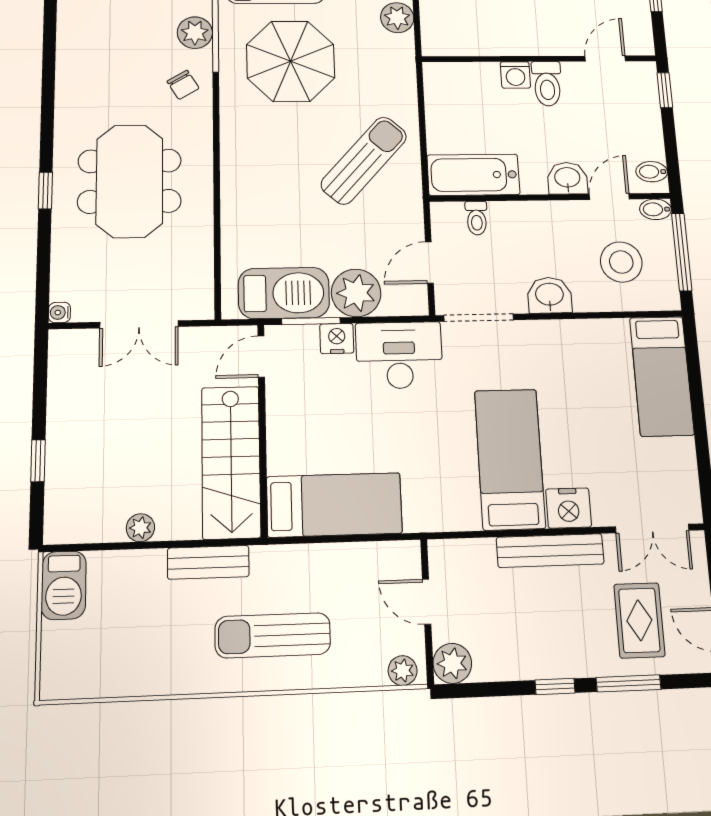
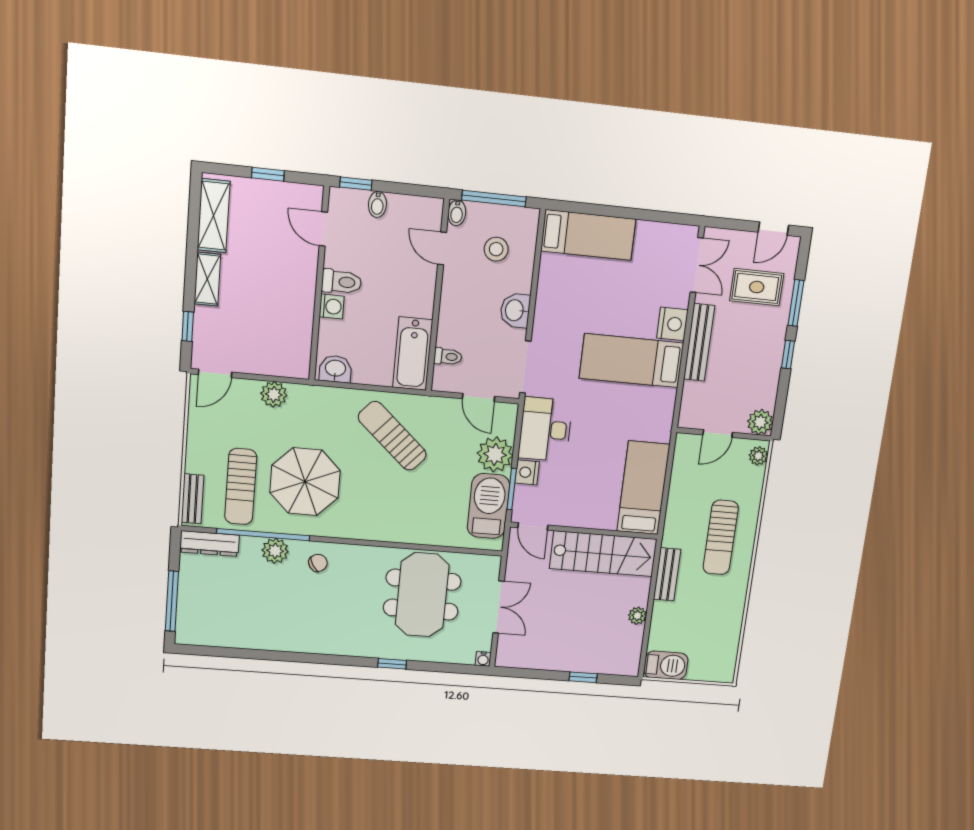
bidet: (652, 172) -> (377, 204), moved
washbasin: (567, 178) -> (335, 369), moved, turned 90
meeting table: (129, 181) -> (422, 595), moved, turned 90
stool: (621, 262) -> (496, 249), width x0.73, depth x0.73

